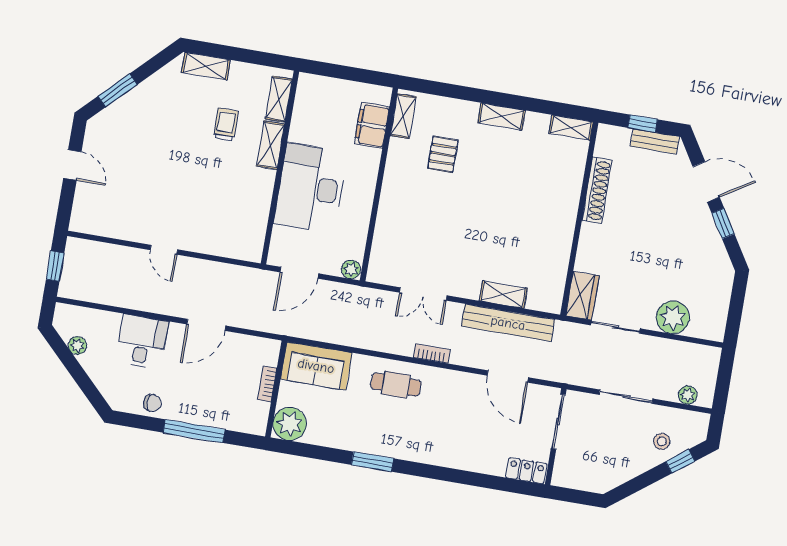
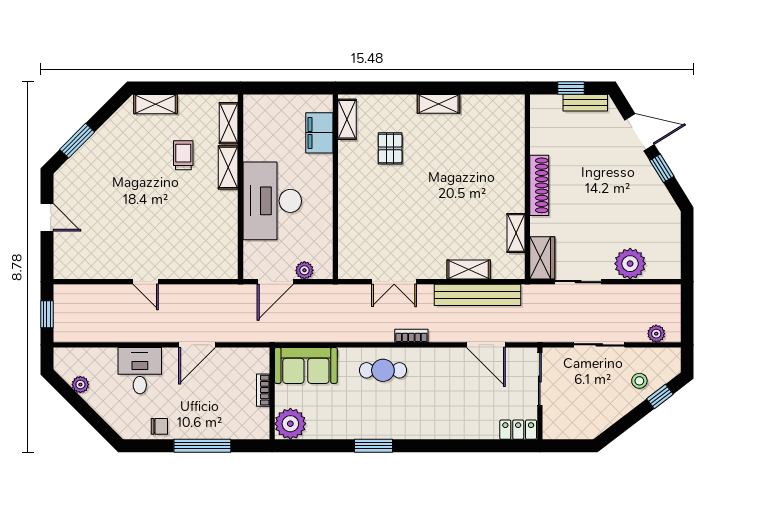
shelving: (571, 128) -> (516, 233), moved, turned 90
shoe rack: (597, 190) -> (539, 185), moved
plant: (351, 269) -> (304, 270), moved

